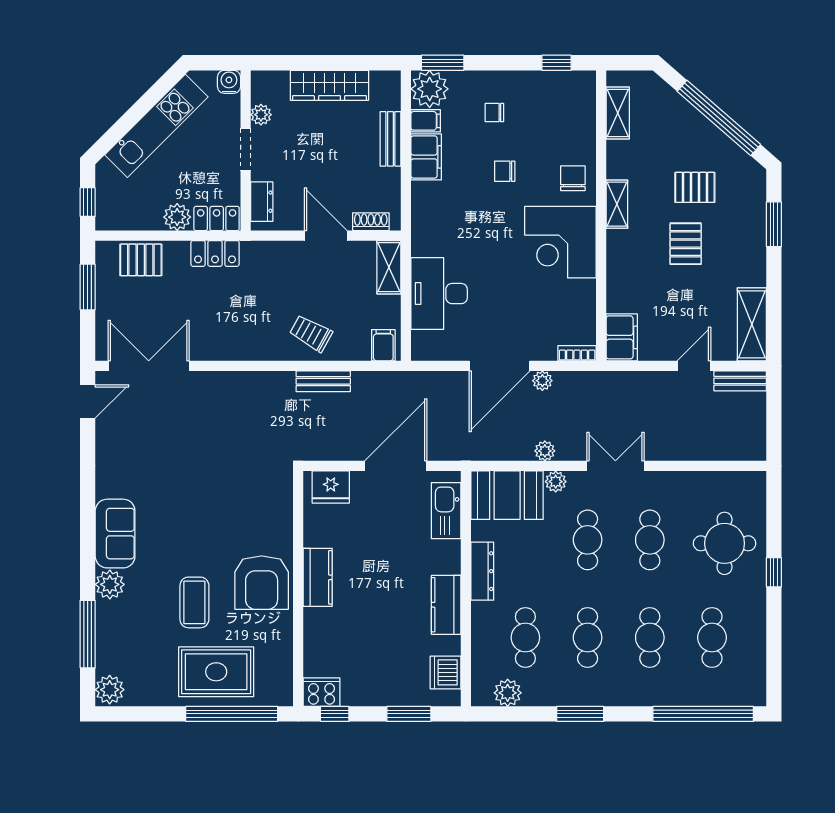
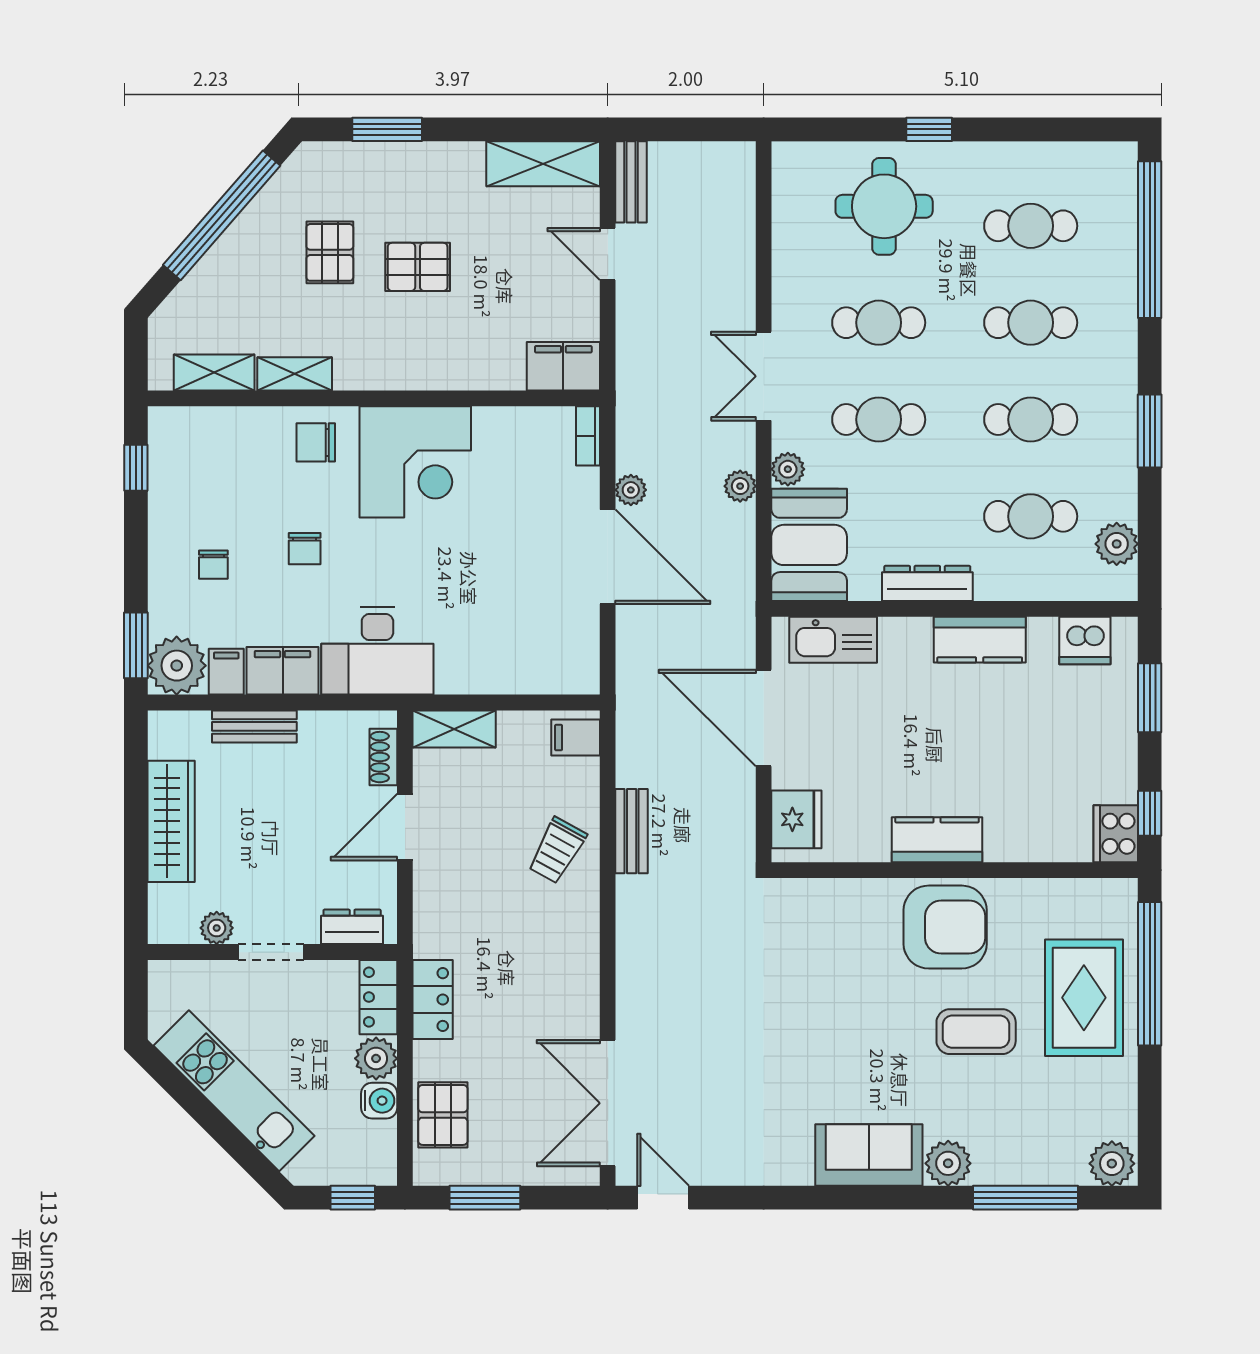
water cooler: (229, 82) -> (379, 1101), moved, turned 180
shelving: (617, 204) -> (295, 374), moved
desk: (439, 294) -> (377, 651), moved

